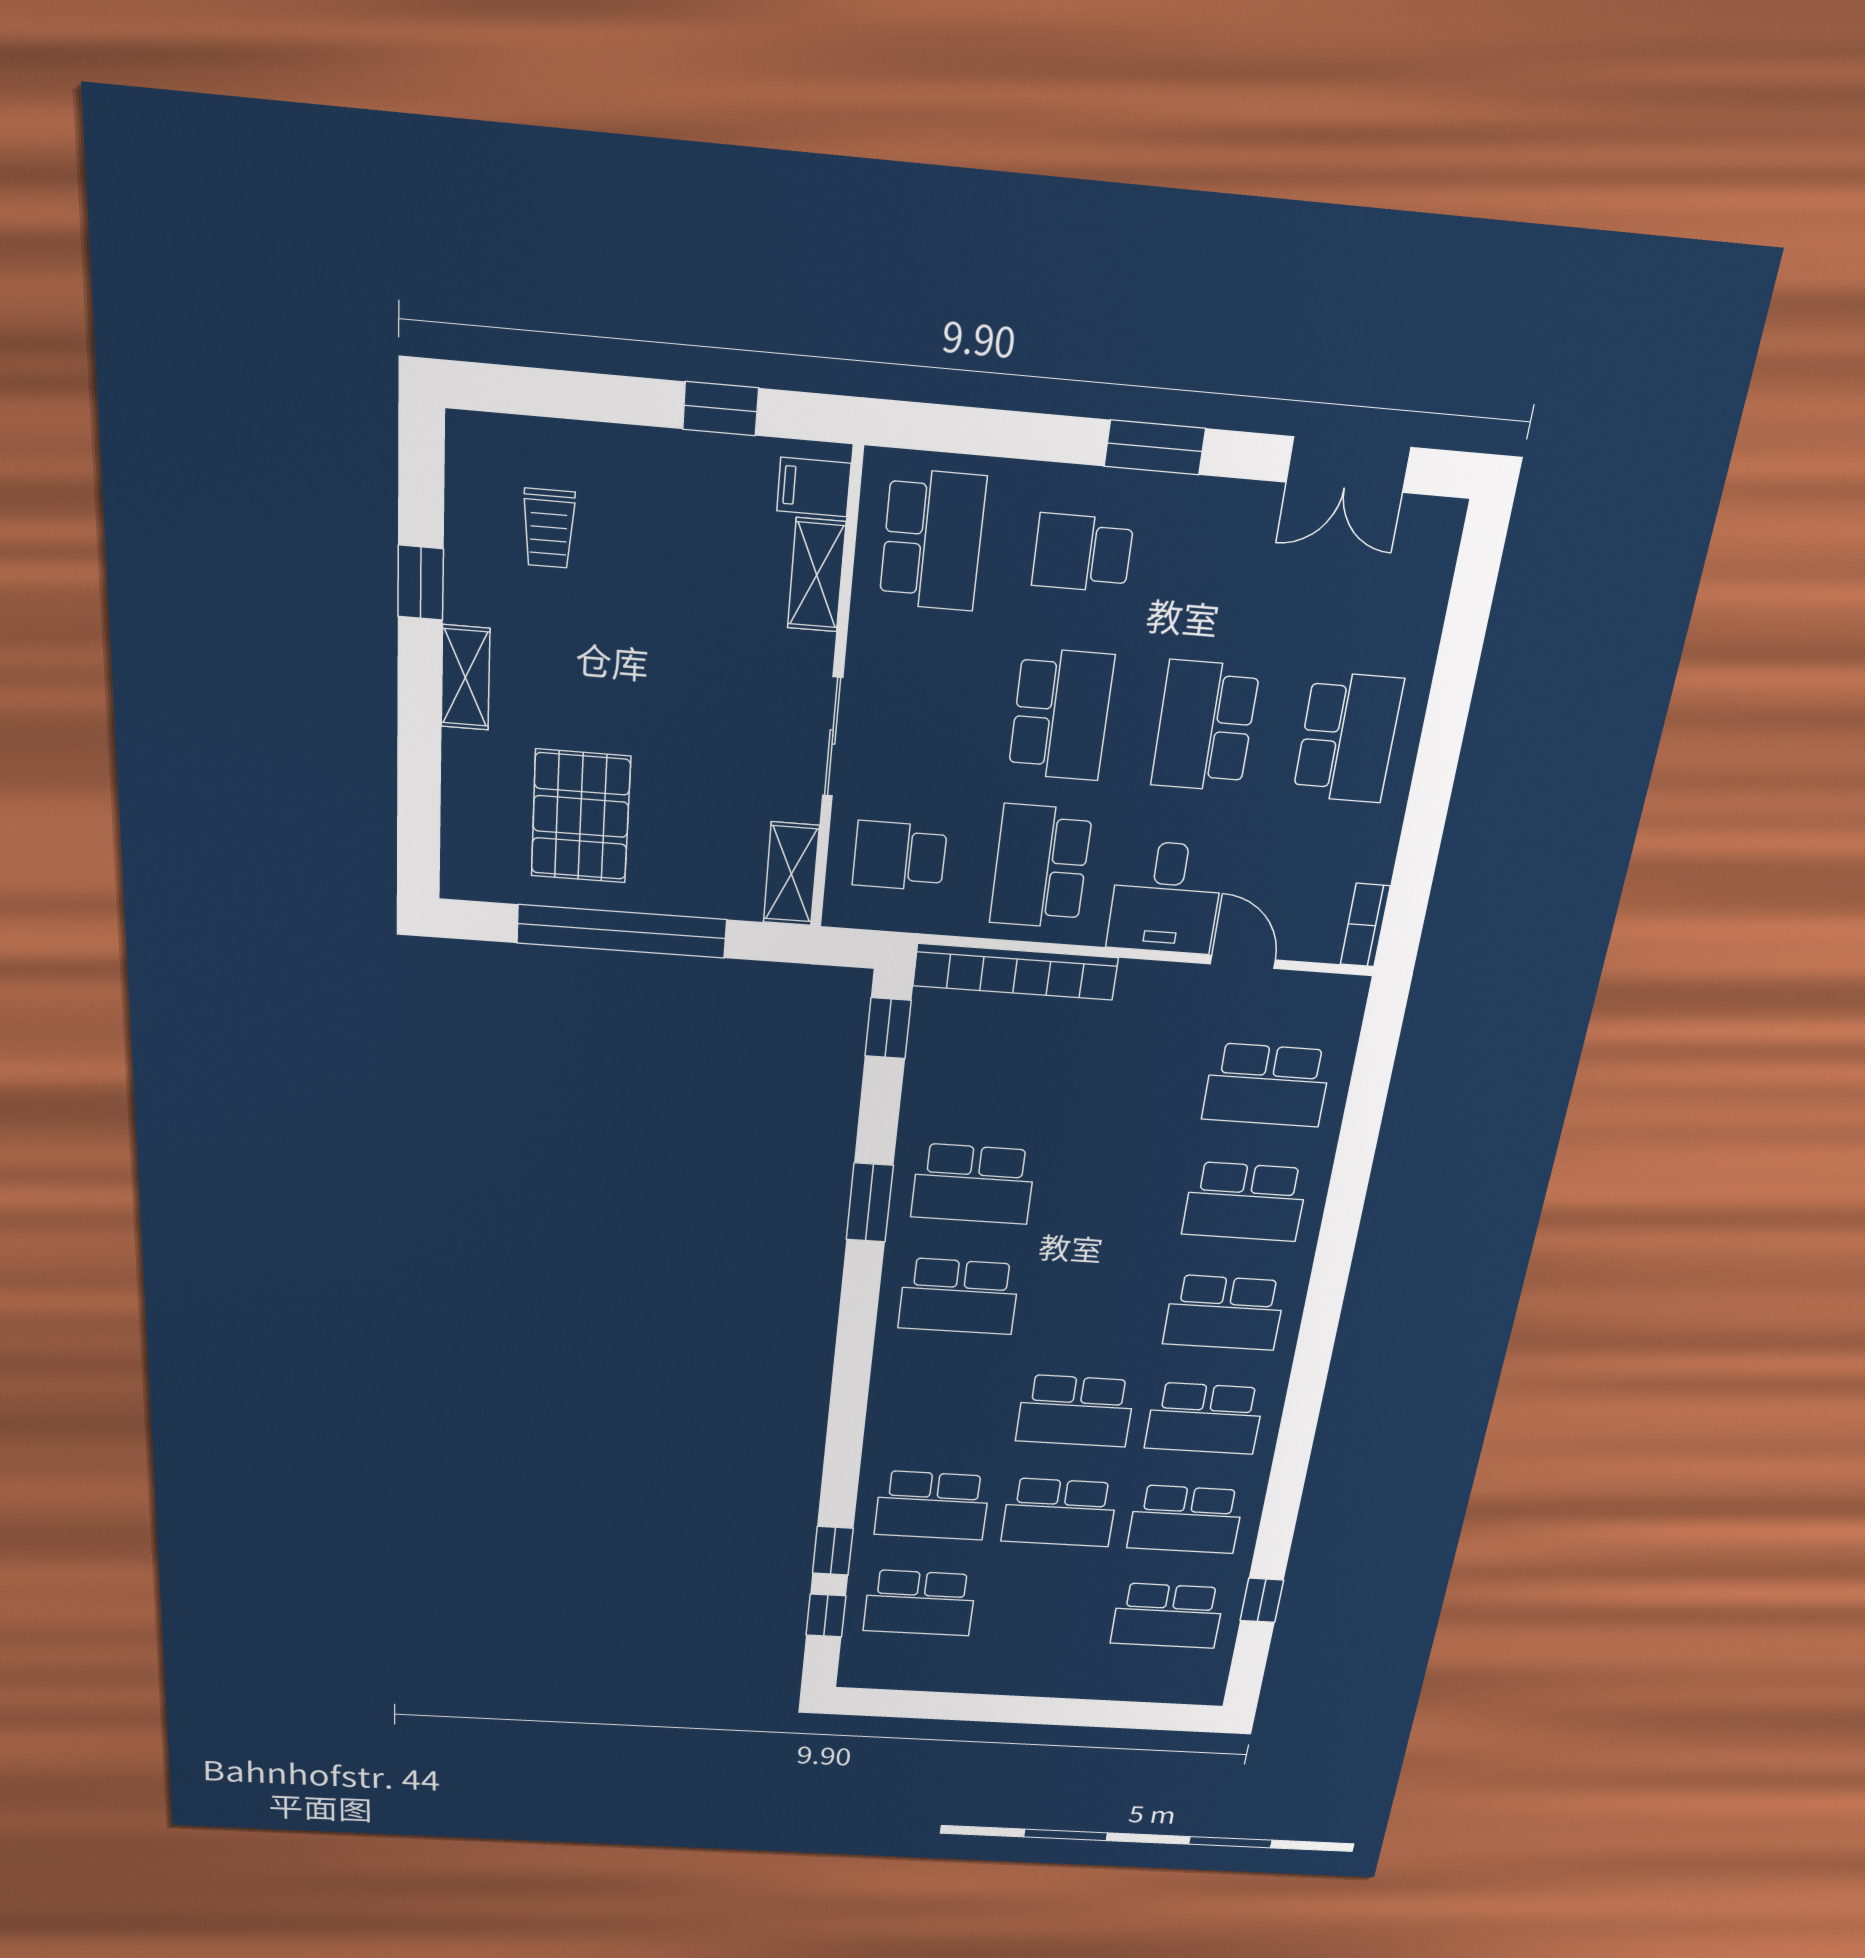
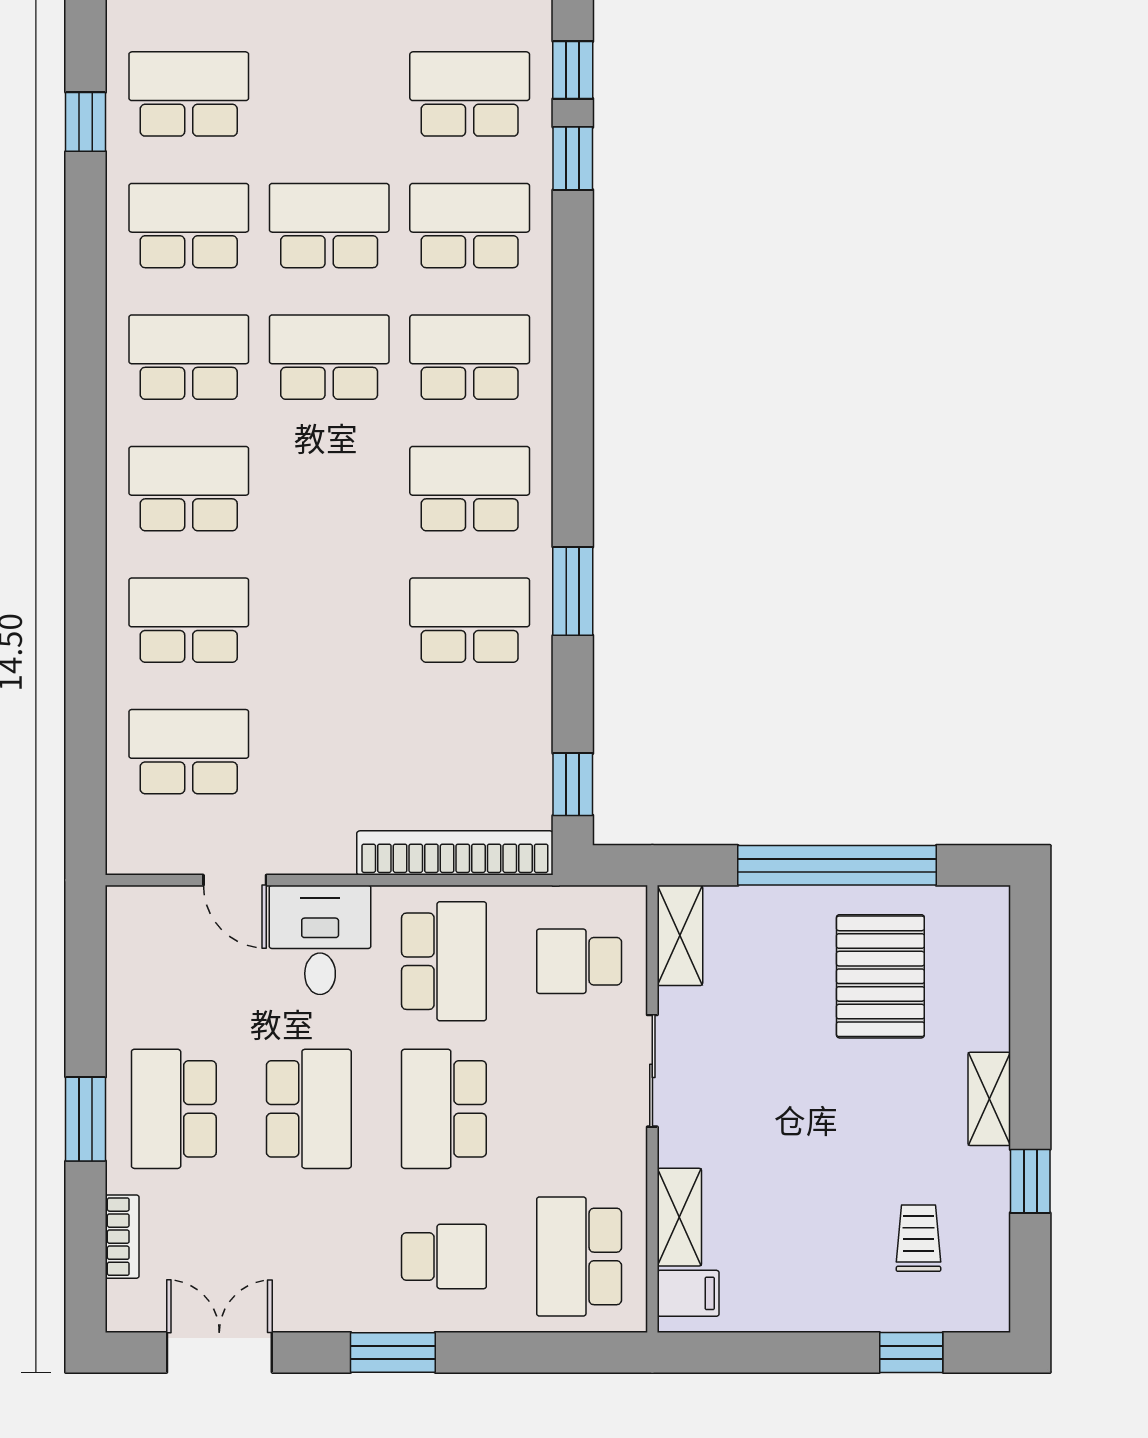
window: (721, 409) -> (911, 1352), moved
window: (1443, 735) -> (86, 1119), added
school desk: (900, 856) -> (579, 961), turned 180
bookcase: (1365, 925) -> (122, 1237), moved
school desk: (945, 1403) -> (470, 357), added

